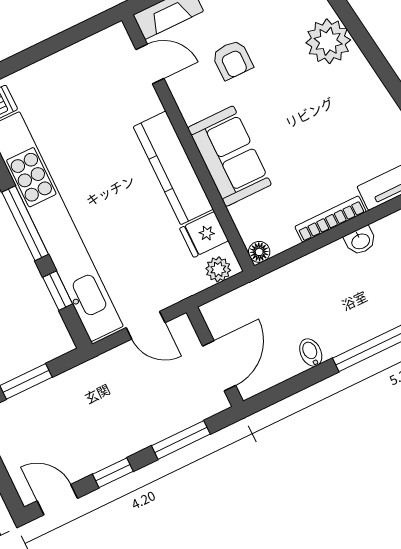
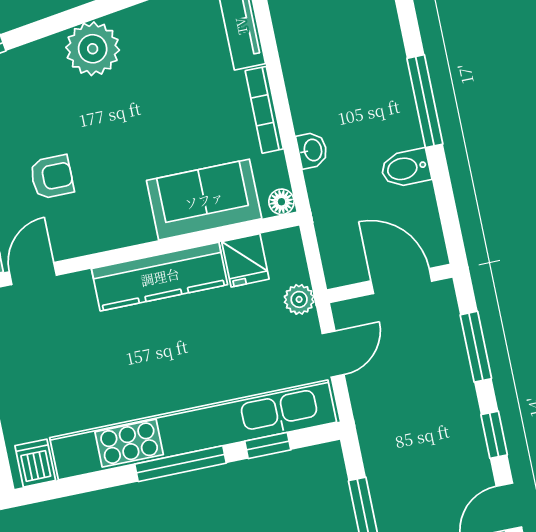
plant: (328, 41) -> (93, 49), moved
sofa: (229, 156) -> (204, 200), moved
washbasin: (360, 241) -> (312, 150), moved
plant: (218, 269) -> (299, 299), moved
bidet: (311, 353) -> (406, 168), width x1.38, depth x1.36

